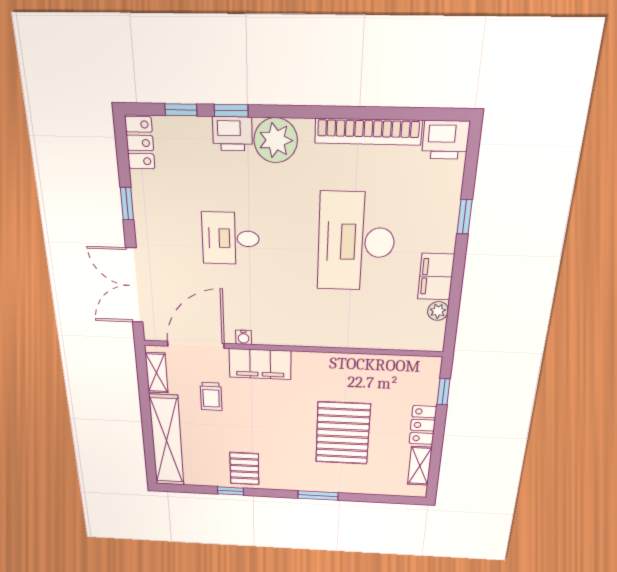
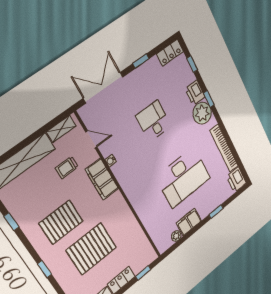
window: (231, 111) -> (209, 99), moved
desk: (356, 242) -> (183, 177), turned 180
door: (196, 345) -> (91, 139), width x0.53
pallet: (244, 469) -> (61, 222), moved, width x1.50, depth x1.42
window: (318, 495) -> (45, 269), width x0.67

